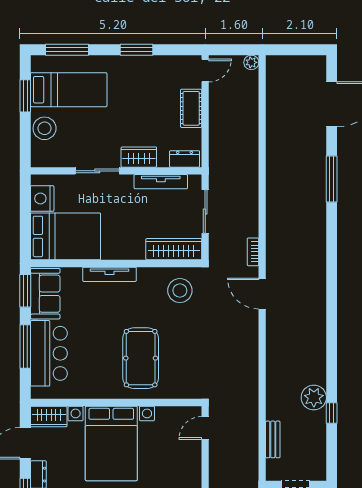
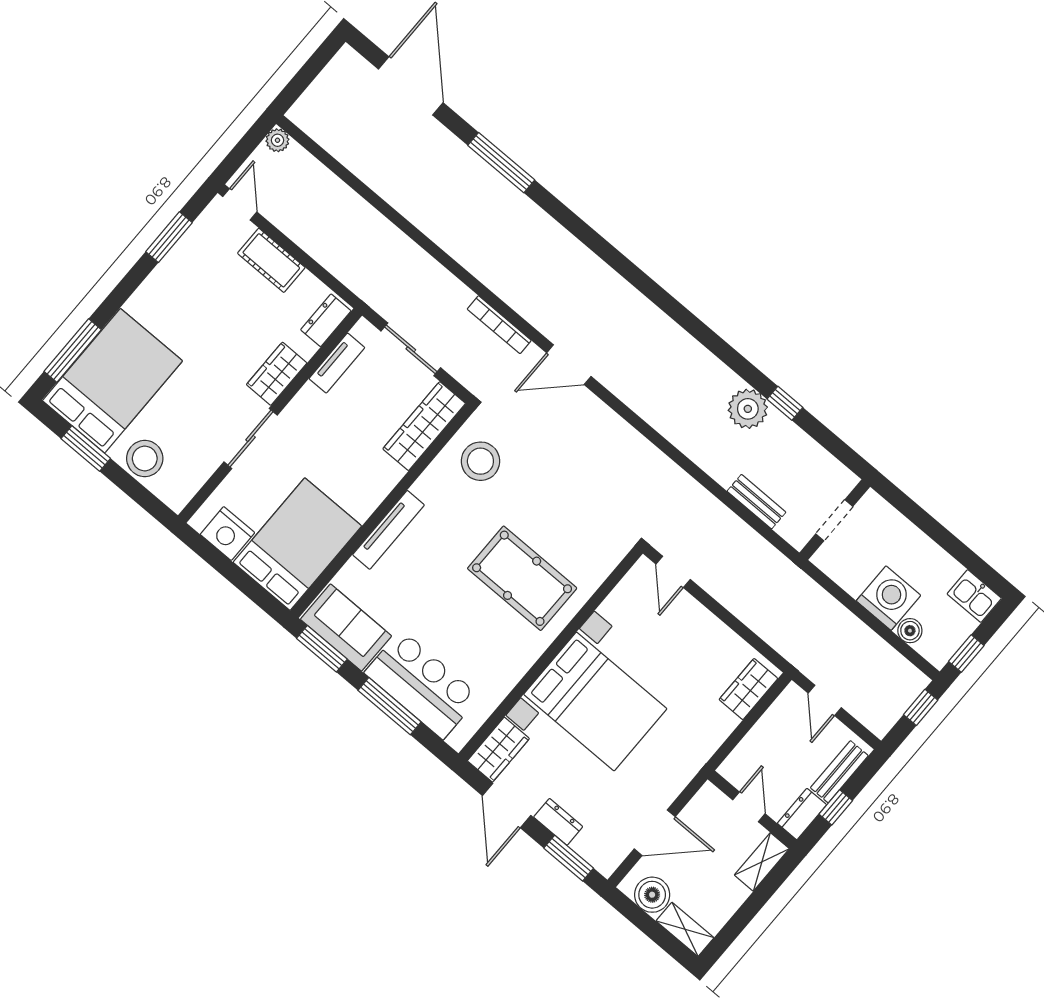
window: (136, 50) -> (169, 237), moved
bed: (69, 90) -> (112, 381), width x1.50
tv unit: (161, 182) -> (337, 363), width x0.71
bookcase: (253, 252) -> (499, 325), width x1.56

